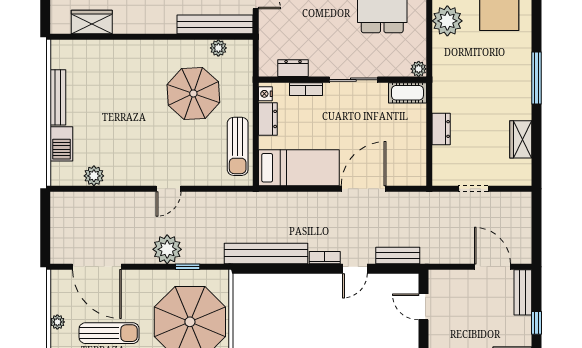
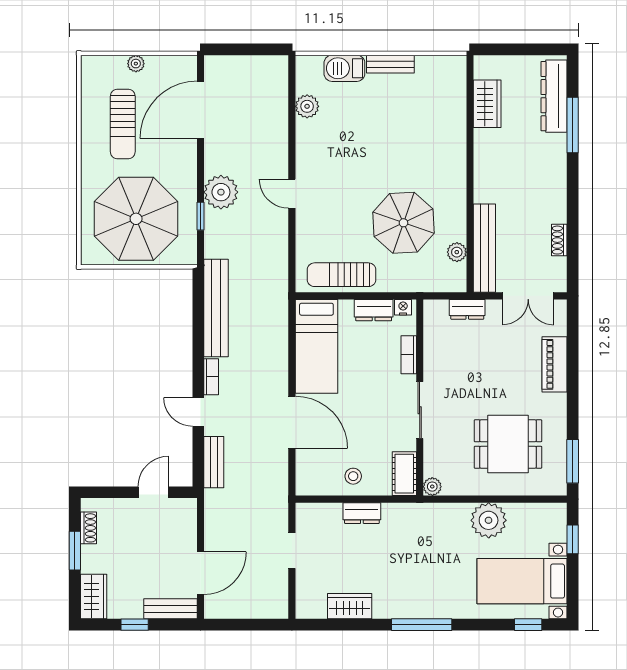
dresser: (293, 68) -> (467, 309), moved, turned 90
bench: (58, 97) -> (390, 64), width x0.73
stool: (410, 136) -> (353, 476), added

